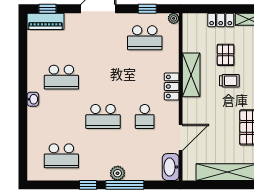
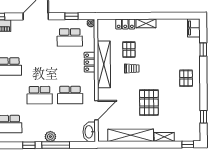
shelving: (191, 75) -> (104, 64), width x1.47
locker: (172, 86) -> (90, 62), moved
school desk: (145, 116) -> (70, 95), width x1.85

